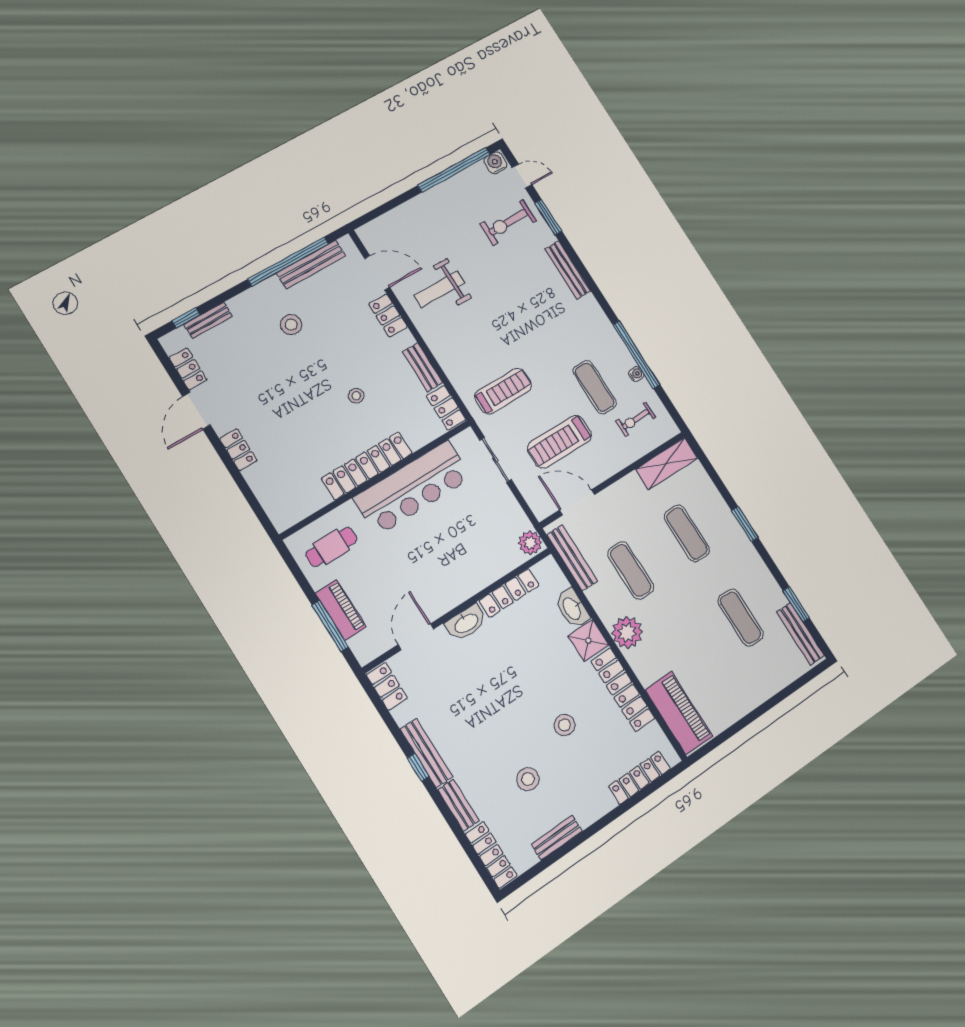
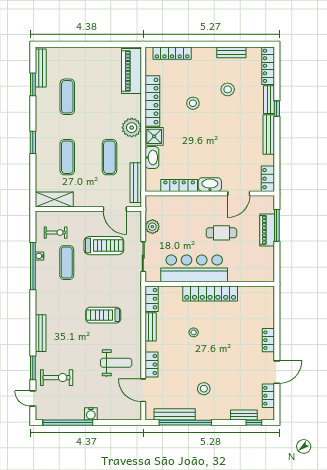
water cooler: (495, 163) -> (91, 414), moved
treadmill: (503, 391) -> (103, 315), moved
plant: (530, 543) -> (152, 227), moved
cafe table: (331, 547) -> (221, 233), moved
window: (418, 767) -> (277, 109), moved

